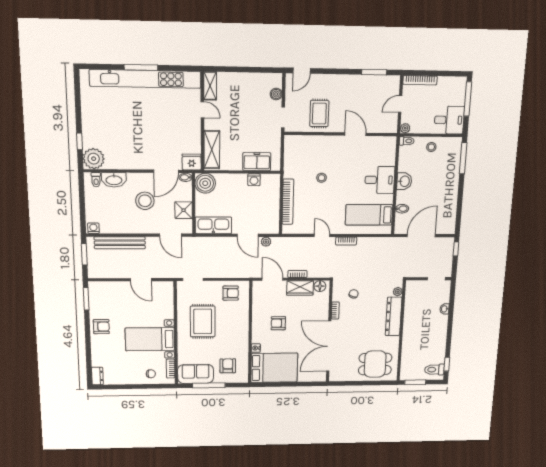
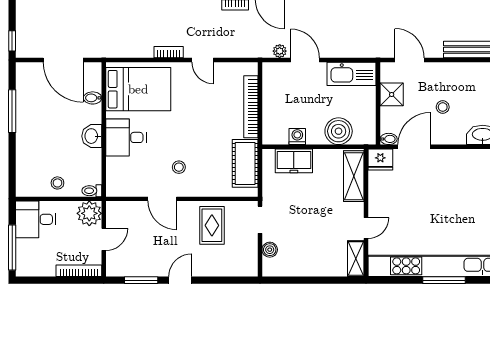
door: (302, 71) -> (180, 280), moved
door: (202, 110) -> (366, 228), swing flipped
plant: (405, 128) -> (89, 213), width x1.87, depth x1.87
window: (463, 158) -> (12, 111), moved
cot: (293, 160) -> (245, 163), added
stool: (322, 178) -> (179, 167), moved
boiler: (205, 183) -> (339, 131), moved
stool: (145, 201) -> (443, 107), width x0.53, depth x0.53
bed: (369, 215) -> (138, 89), width x1.50
door: (421, 236) -> (63, 60), hinge flipped

